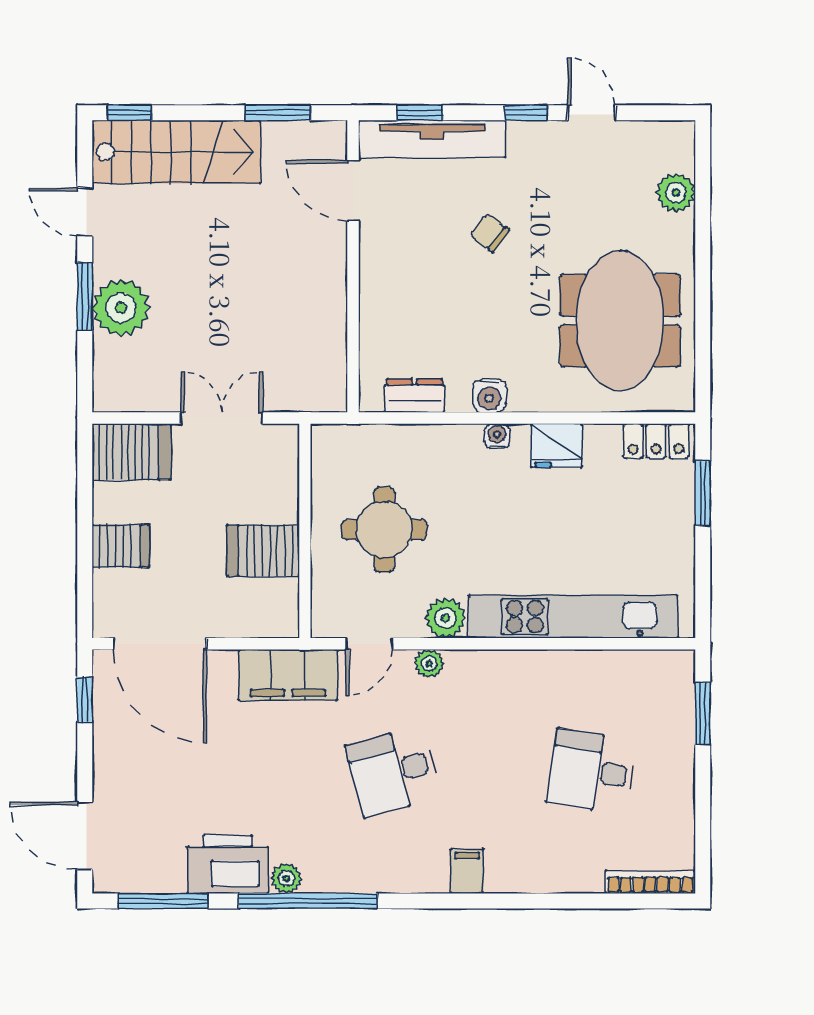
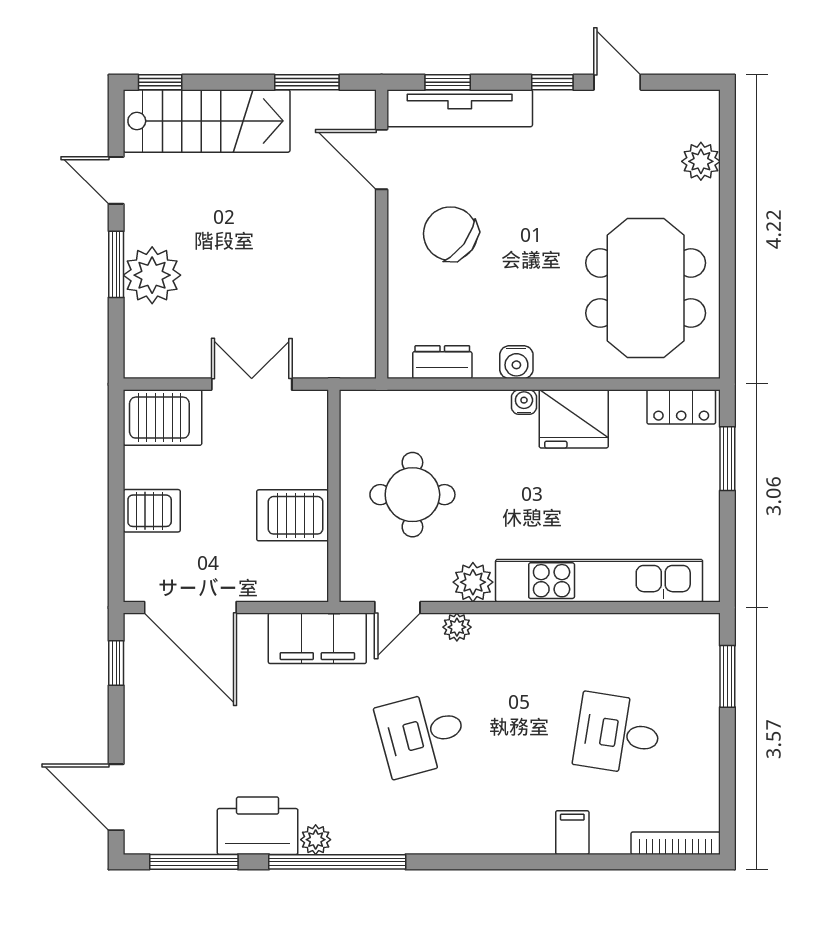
chair: (490, 233) -> (450, 234), moved, width x1.87, depth x1.87
fridge: (557, 446) -> (574, 419), width x1.36, depth x1.34
filing cabinet: (467, 871) -> (572, 833), moved

